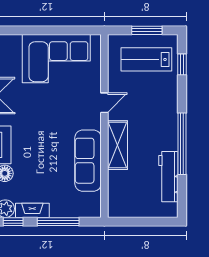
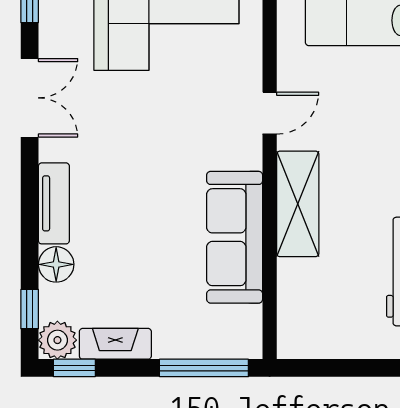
window: (58, 222) -> (204, 368), moved

